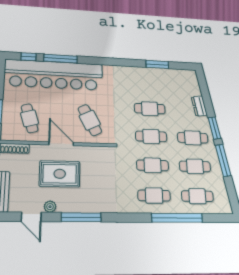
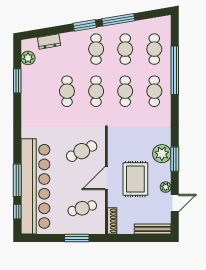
plant: (179, 75) -> (28, 58), added
dresser: (199, 106) -> (49, 41), moved
plant: (87, 203) -> (162, 154), added
window: (81, 217) -> (175, 159), width x0.69

